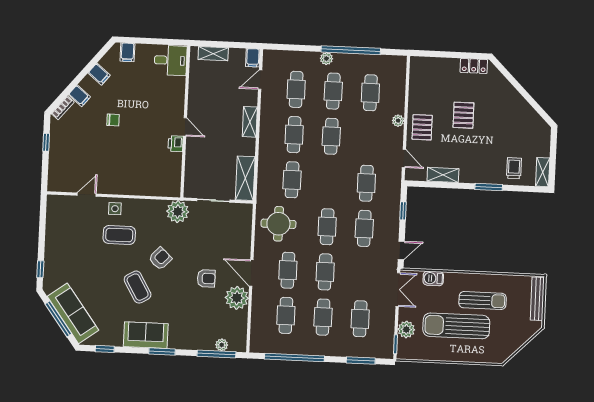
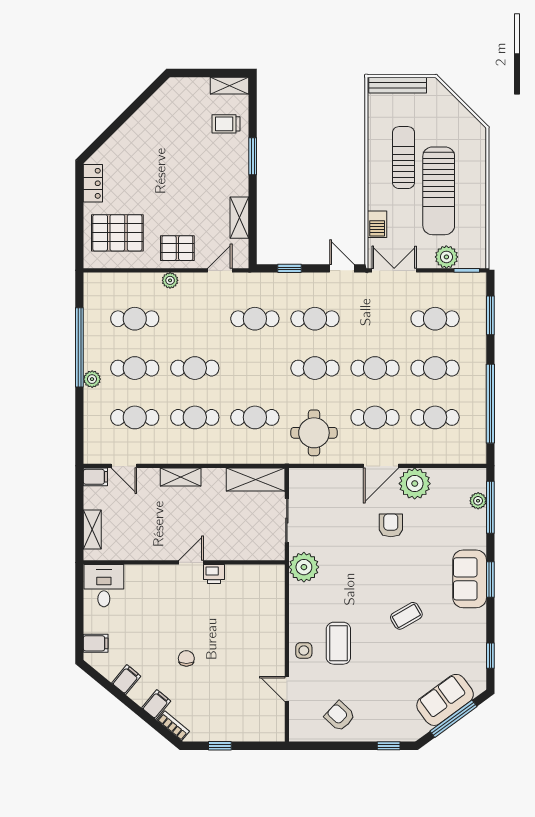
pallet: (463, 115) -> (117, 233), moved, width x1.50, depth x1.42
armchair: (160, 258) -> (340, 716), moved
coffee table: (138, 287) -> (406, 616), width x0.73, depth x0.77
sofa: (73, 313) -> (445, 700), width x0.73
sofa: (146, 335) -> (470, 579), moved

